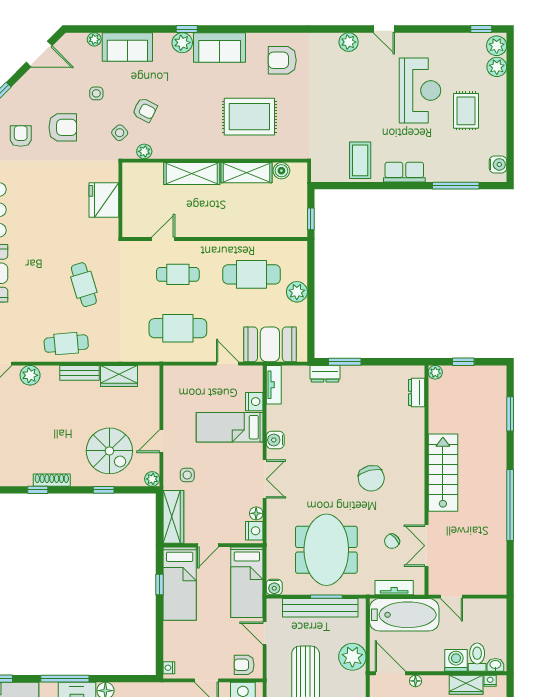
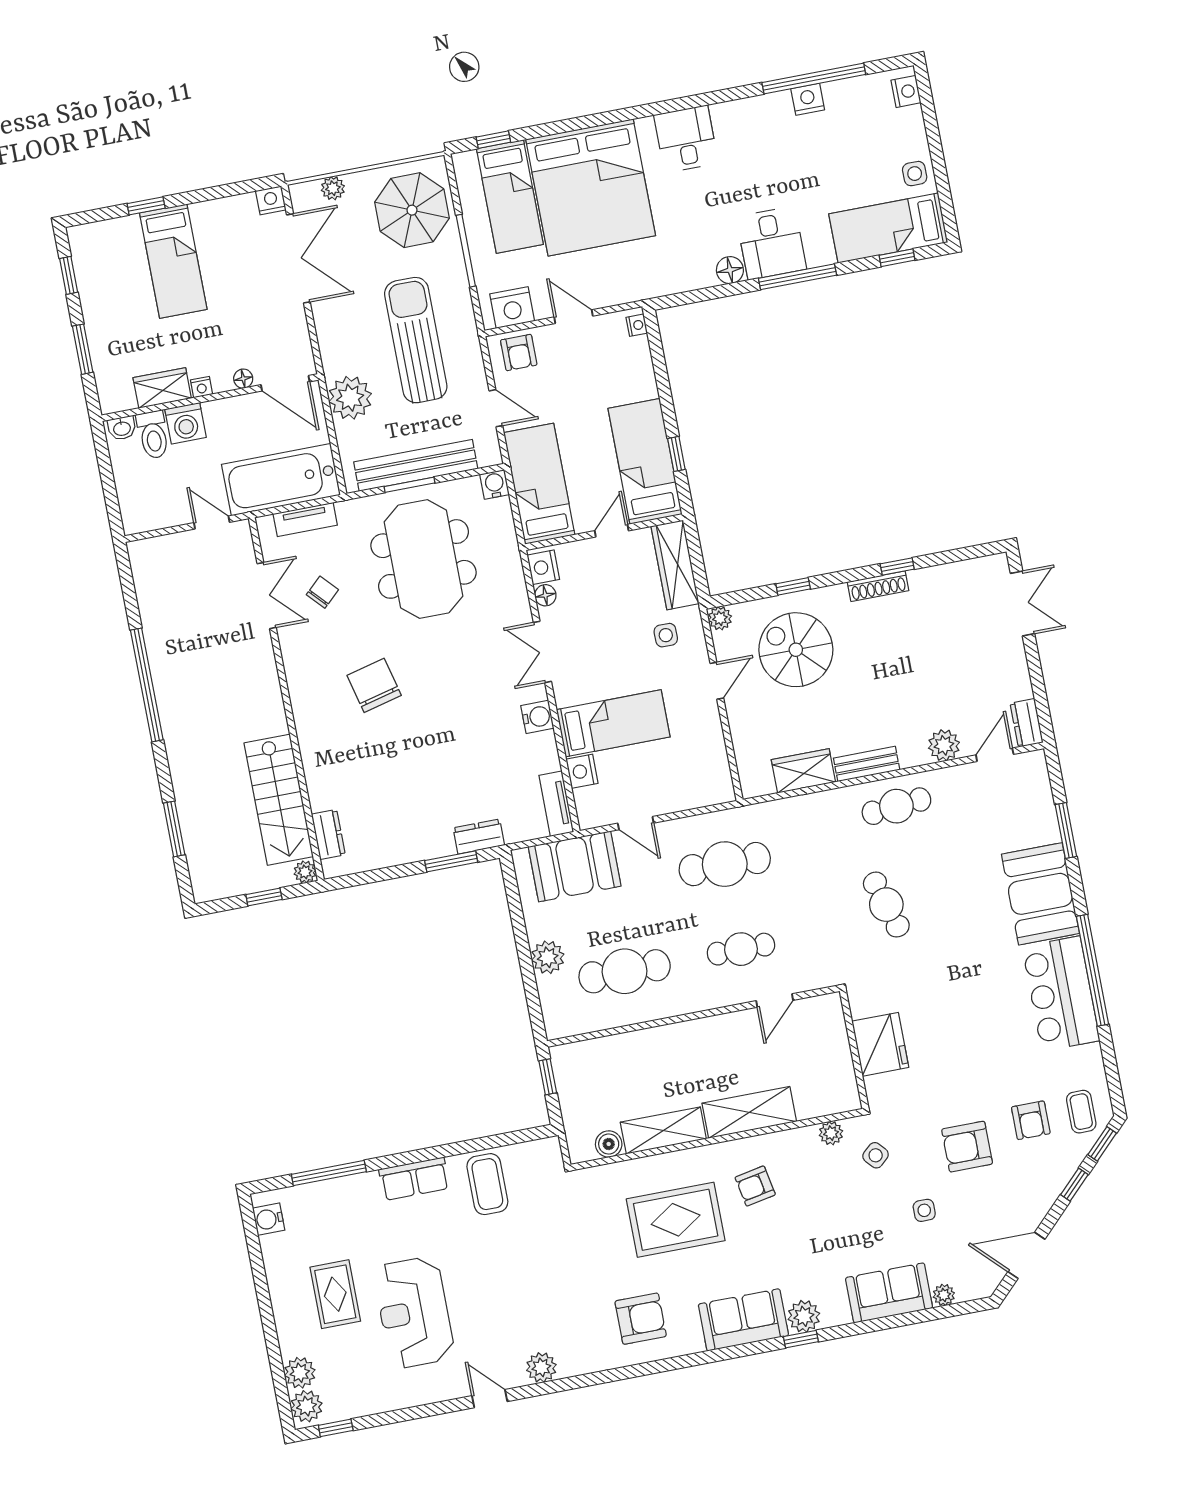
armchair: (145, 110) -> (755, 1186), moved, turned -38
stairs: (443, 473) -> (279, 800), moved
armchair: (244, 665) -> (519, 353), turned 90
nightstand: (490, 681) -> (201, 387), moved

